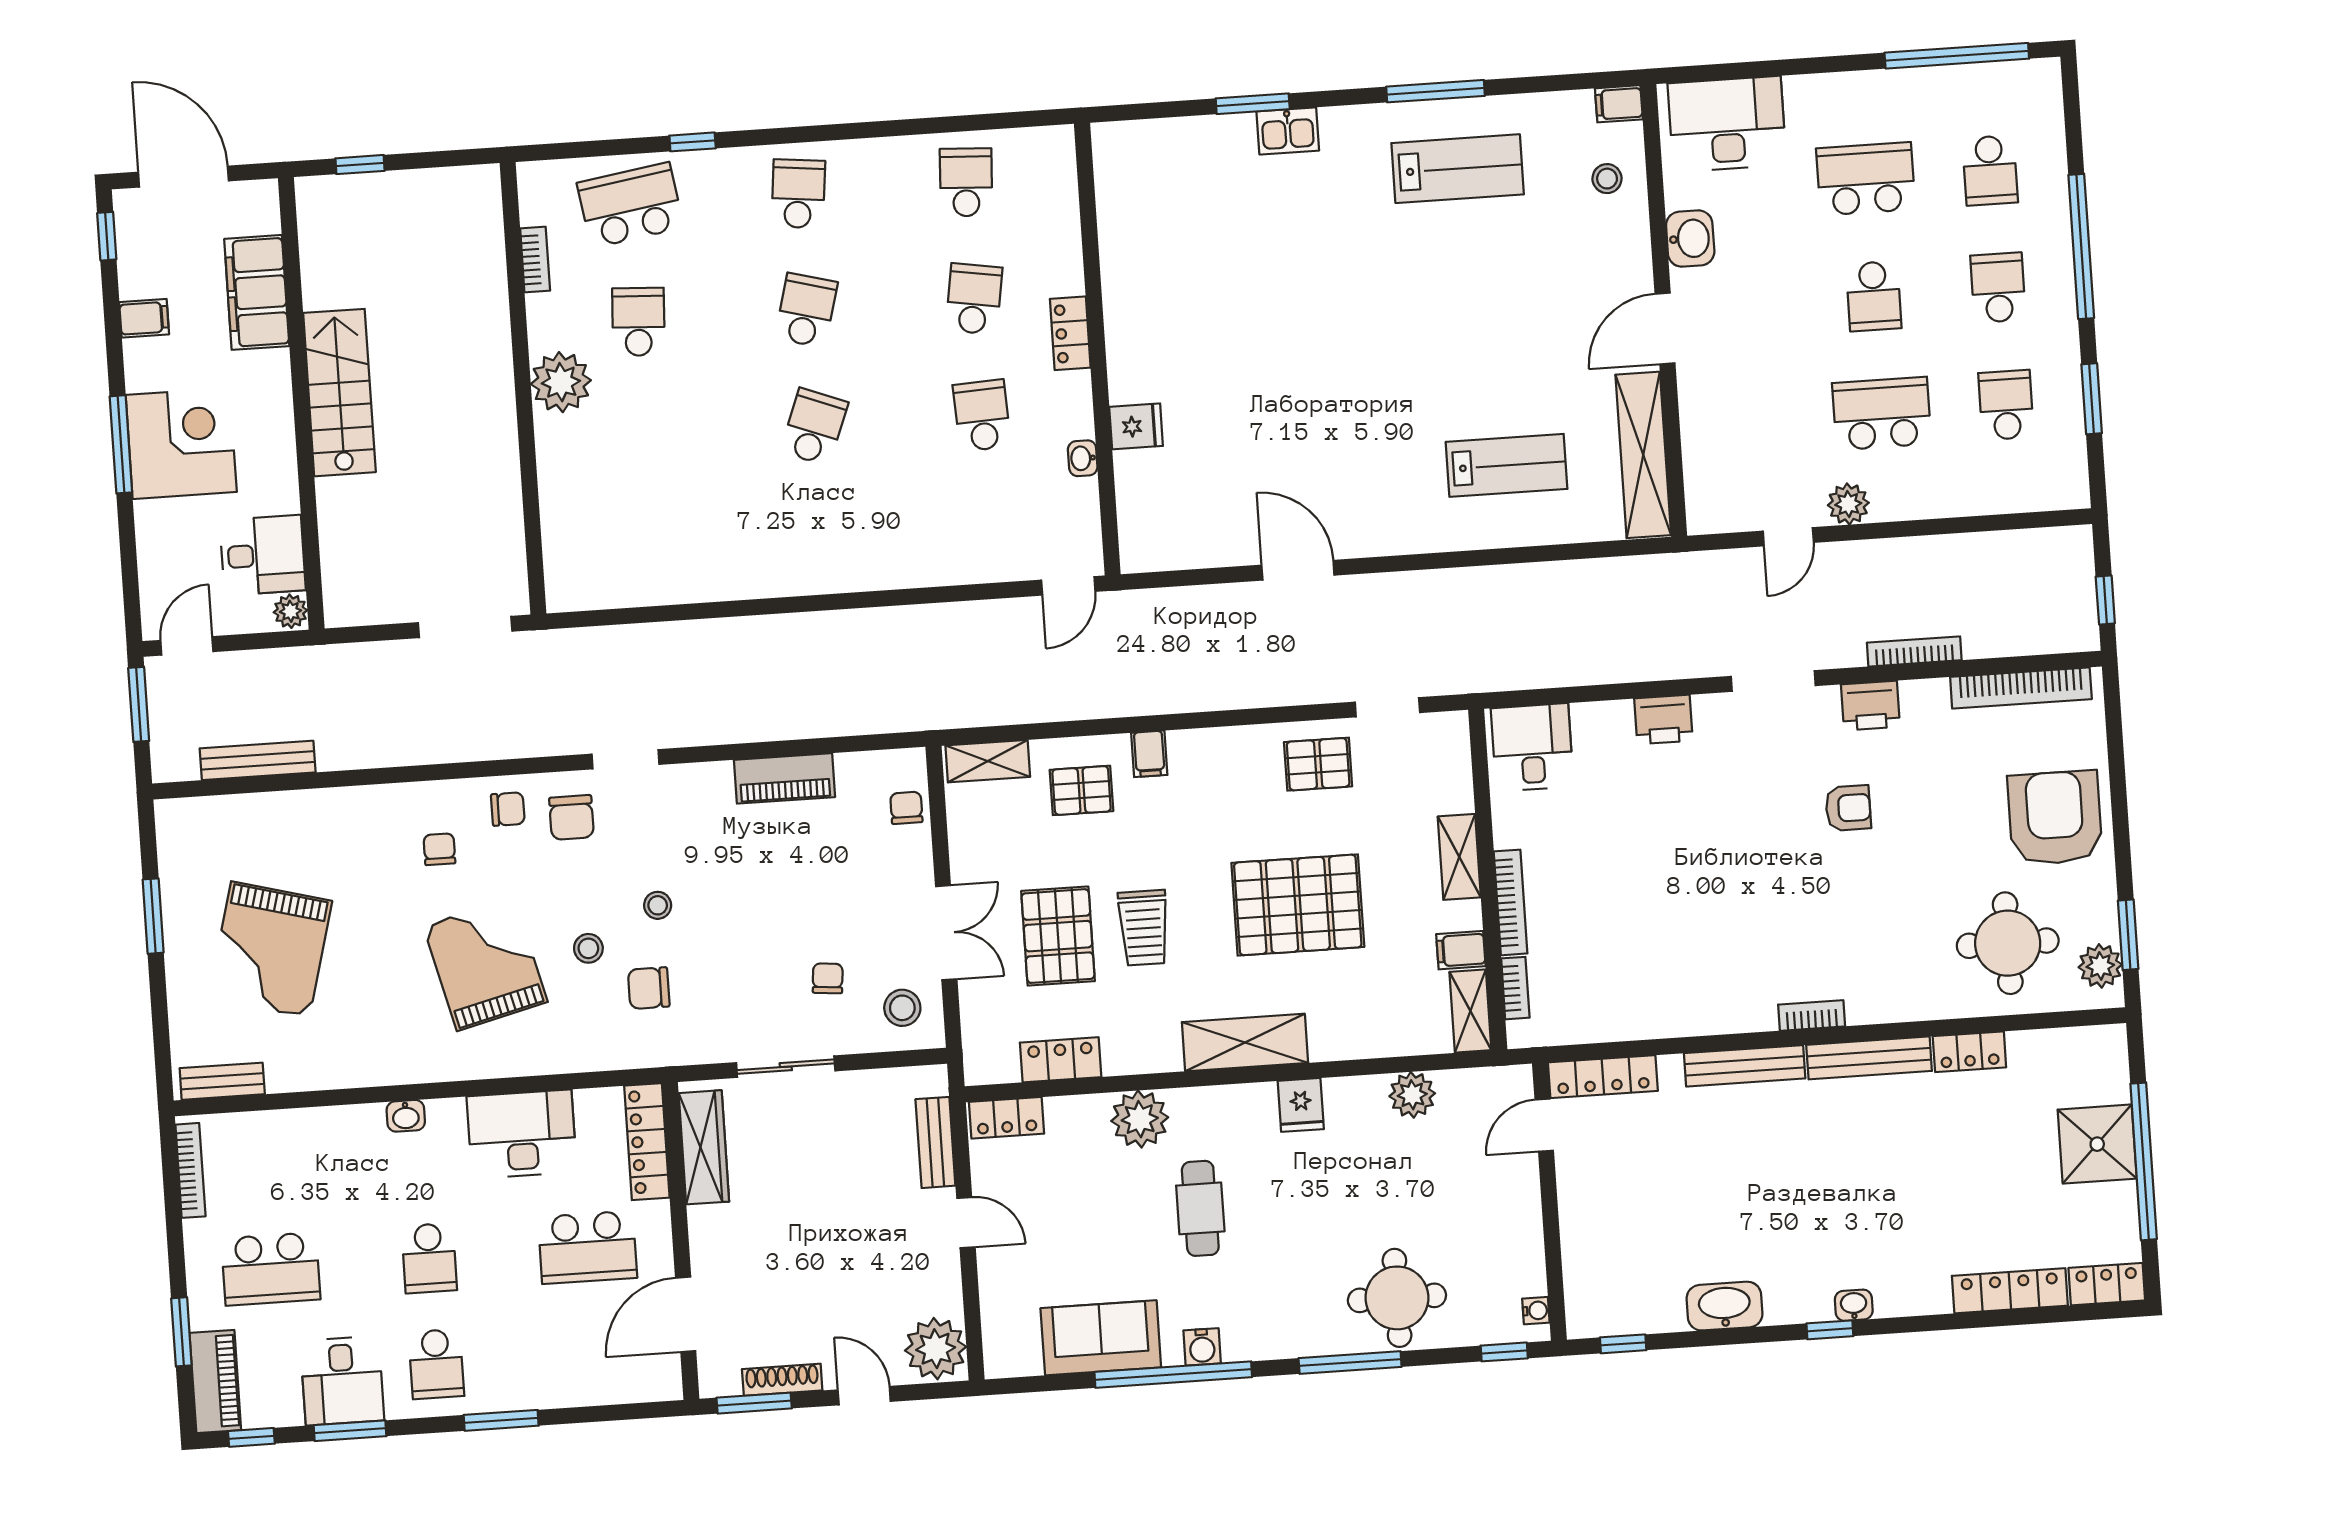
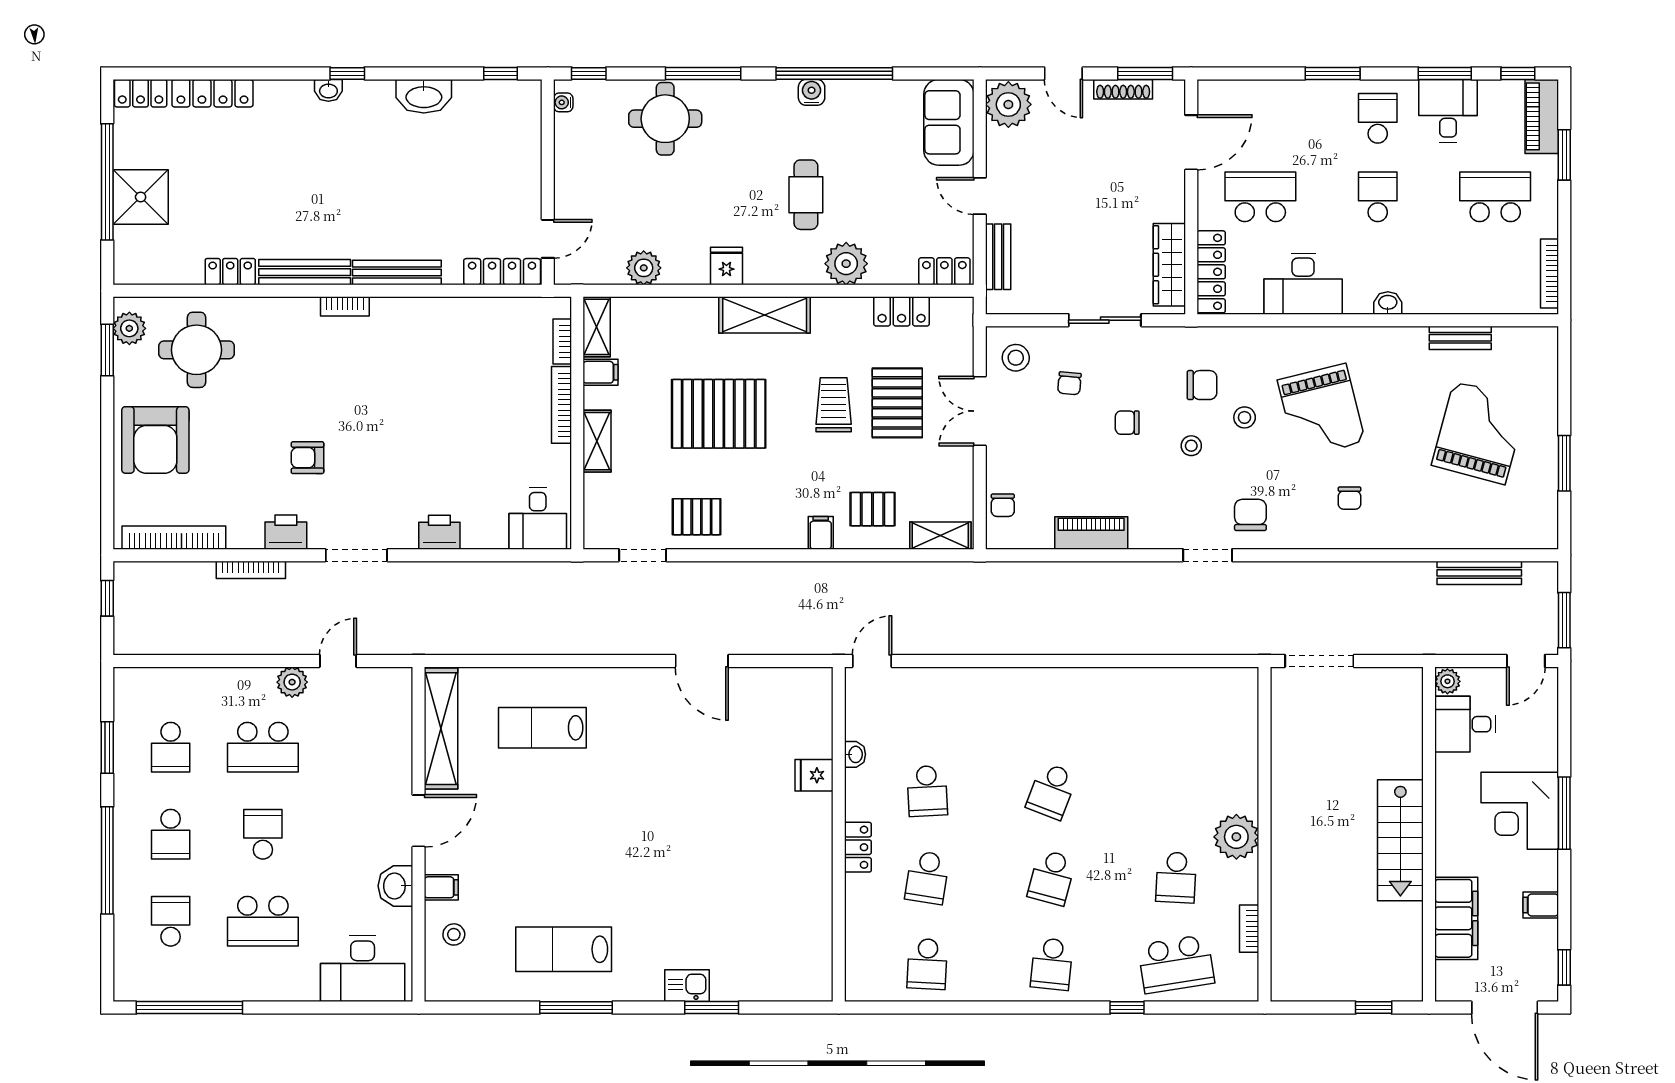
filing cabinet: (1619, 104) -> (441, 887), moved
chair: (508, 809) -> (1127, 423), moved
bench: (222, 1081) -> (1460, 338), moved
sofa: (1101, 1338) -> (949, 122), moved, turned 90

